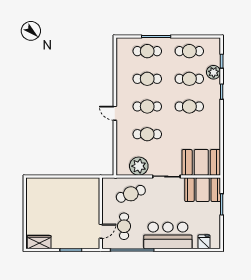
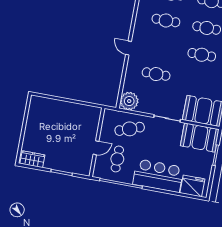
cafe table: (147, 106) -> (161, 47), removed
plant: (139, 166) -> (129, 101), moved
door: (101, 231) -> (96, 148), moved
fridge: (204, 242) -> (192, 186), width x1.88, depth x1.34

